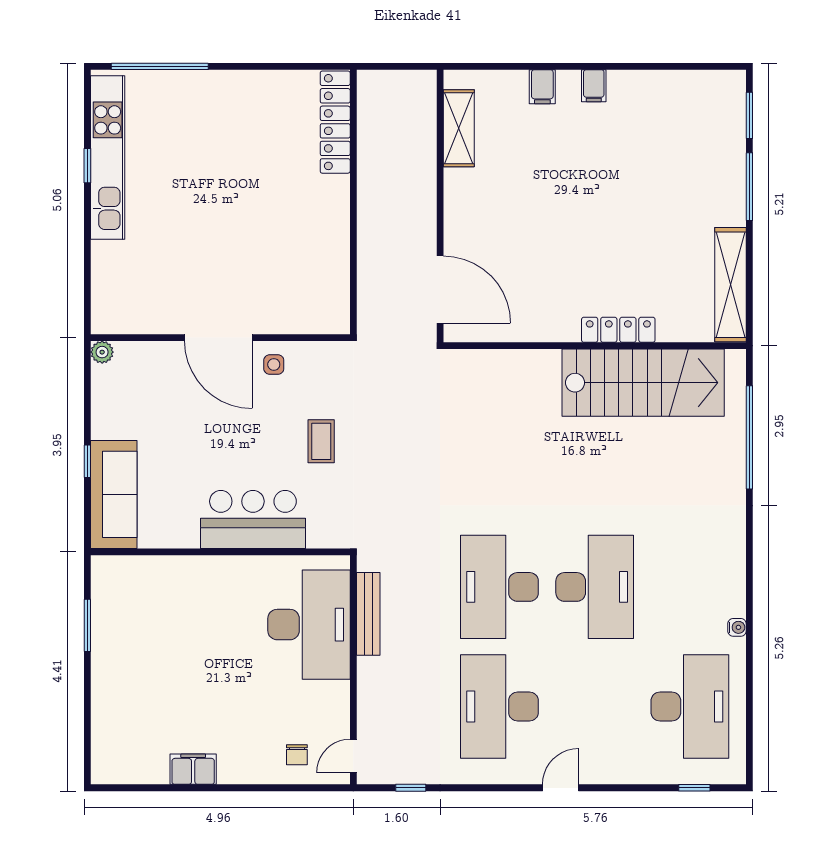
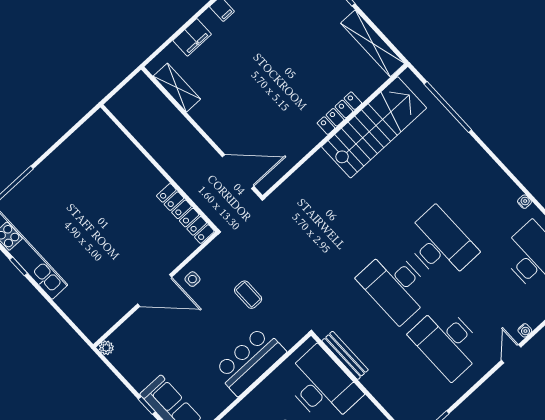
filing cabinet: (542, 87) -> (192, 37), width x2.00
locker: (335, 122) -> (185, 213), moved
water cooler: (601, 775) -> (525, 330), added

